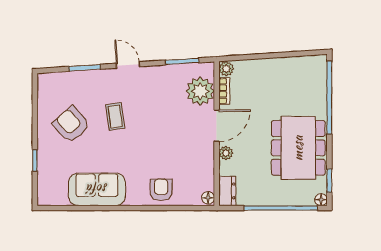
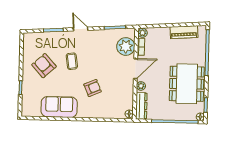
piano: (292, 66) -> (184, 32), added
armchair: (161, 190) -> (93, 88), moved, turned 67
dresser: (227, 191) -> (141, 106), width x1.44

